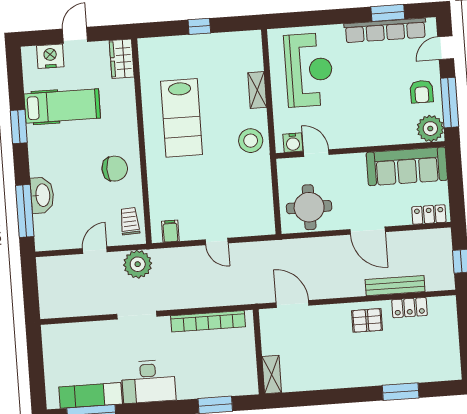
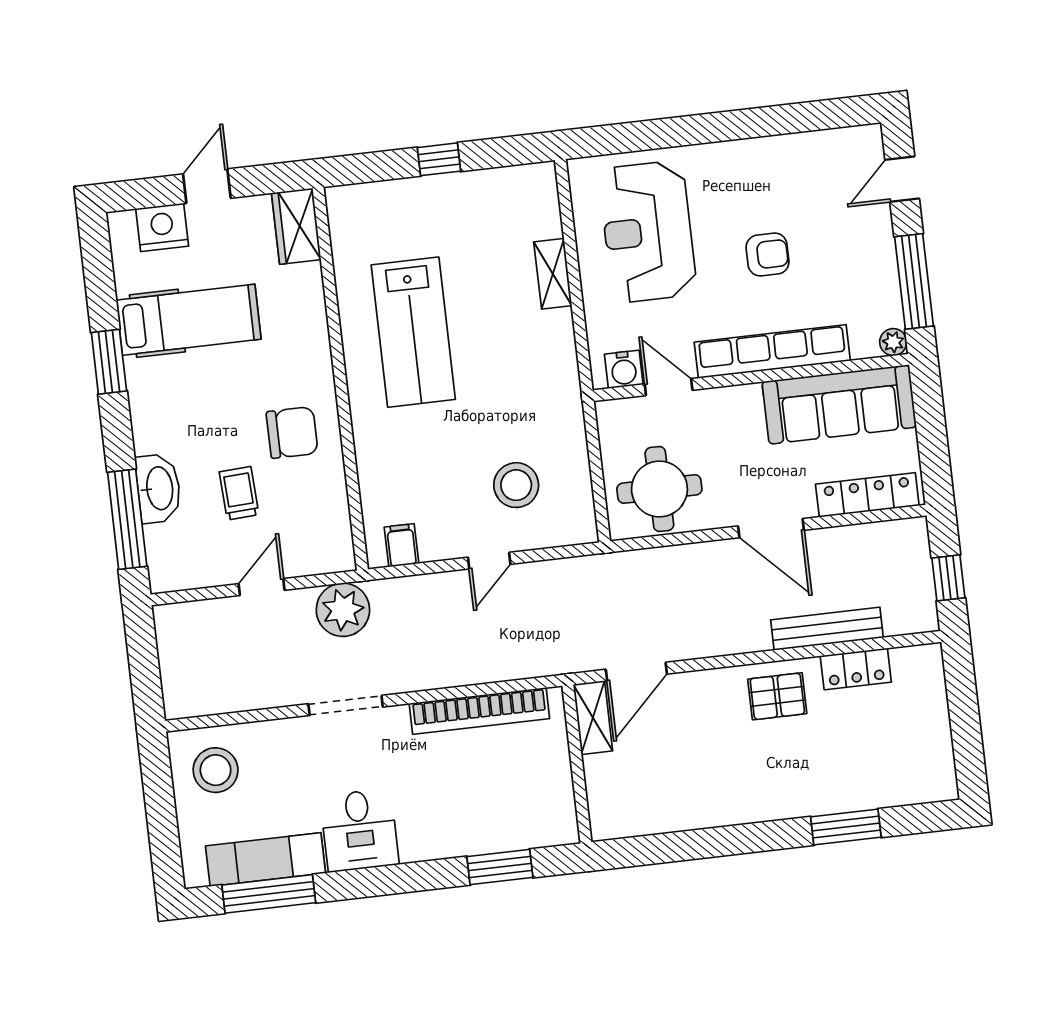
window: (388, 13) -> (791, 119), removed
row of seats: (385, 30) -> (772, 351), moved, turned 180
reception desk: (309, 70) -> (648, 232), turned 180
armchair: (422, 92) -> (768, 255), moved, turned -90
plant: (430, 129) -> (893, 342), width x0.53, depth x0.53
stool: (251, 141) -> (516, 485), moved
locker: (429, 214) -> (867, 495), width x1.53
trolley: (130, 221) -> (239, 493), moved
door: (217, 241) -> (489, 561), hinge flipped
door: (293, 304) -> (636, 672), swing flipped
stool: (66, 347) -> (216, 770), added
shelving: (272, 374) -> (593, 718), moved
desk: (148, 382) -> (359, 830), width x0.73

